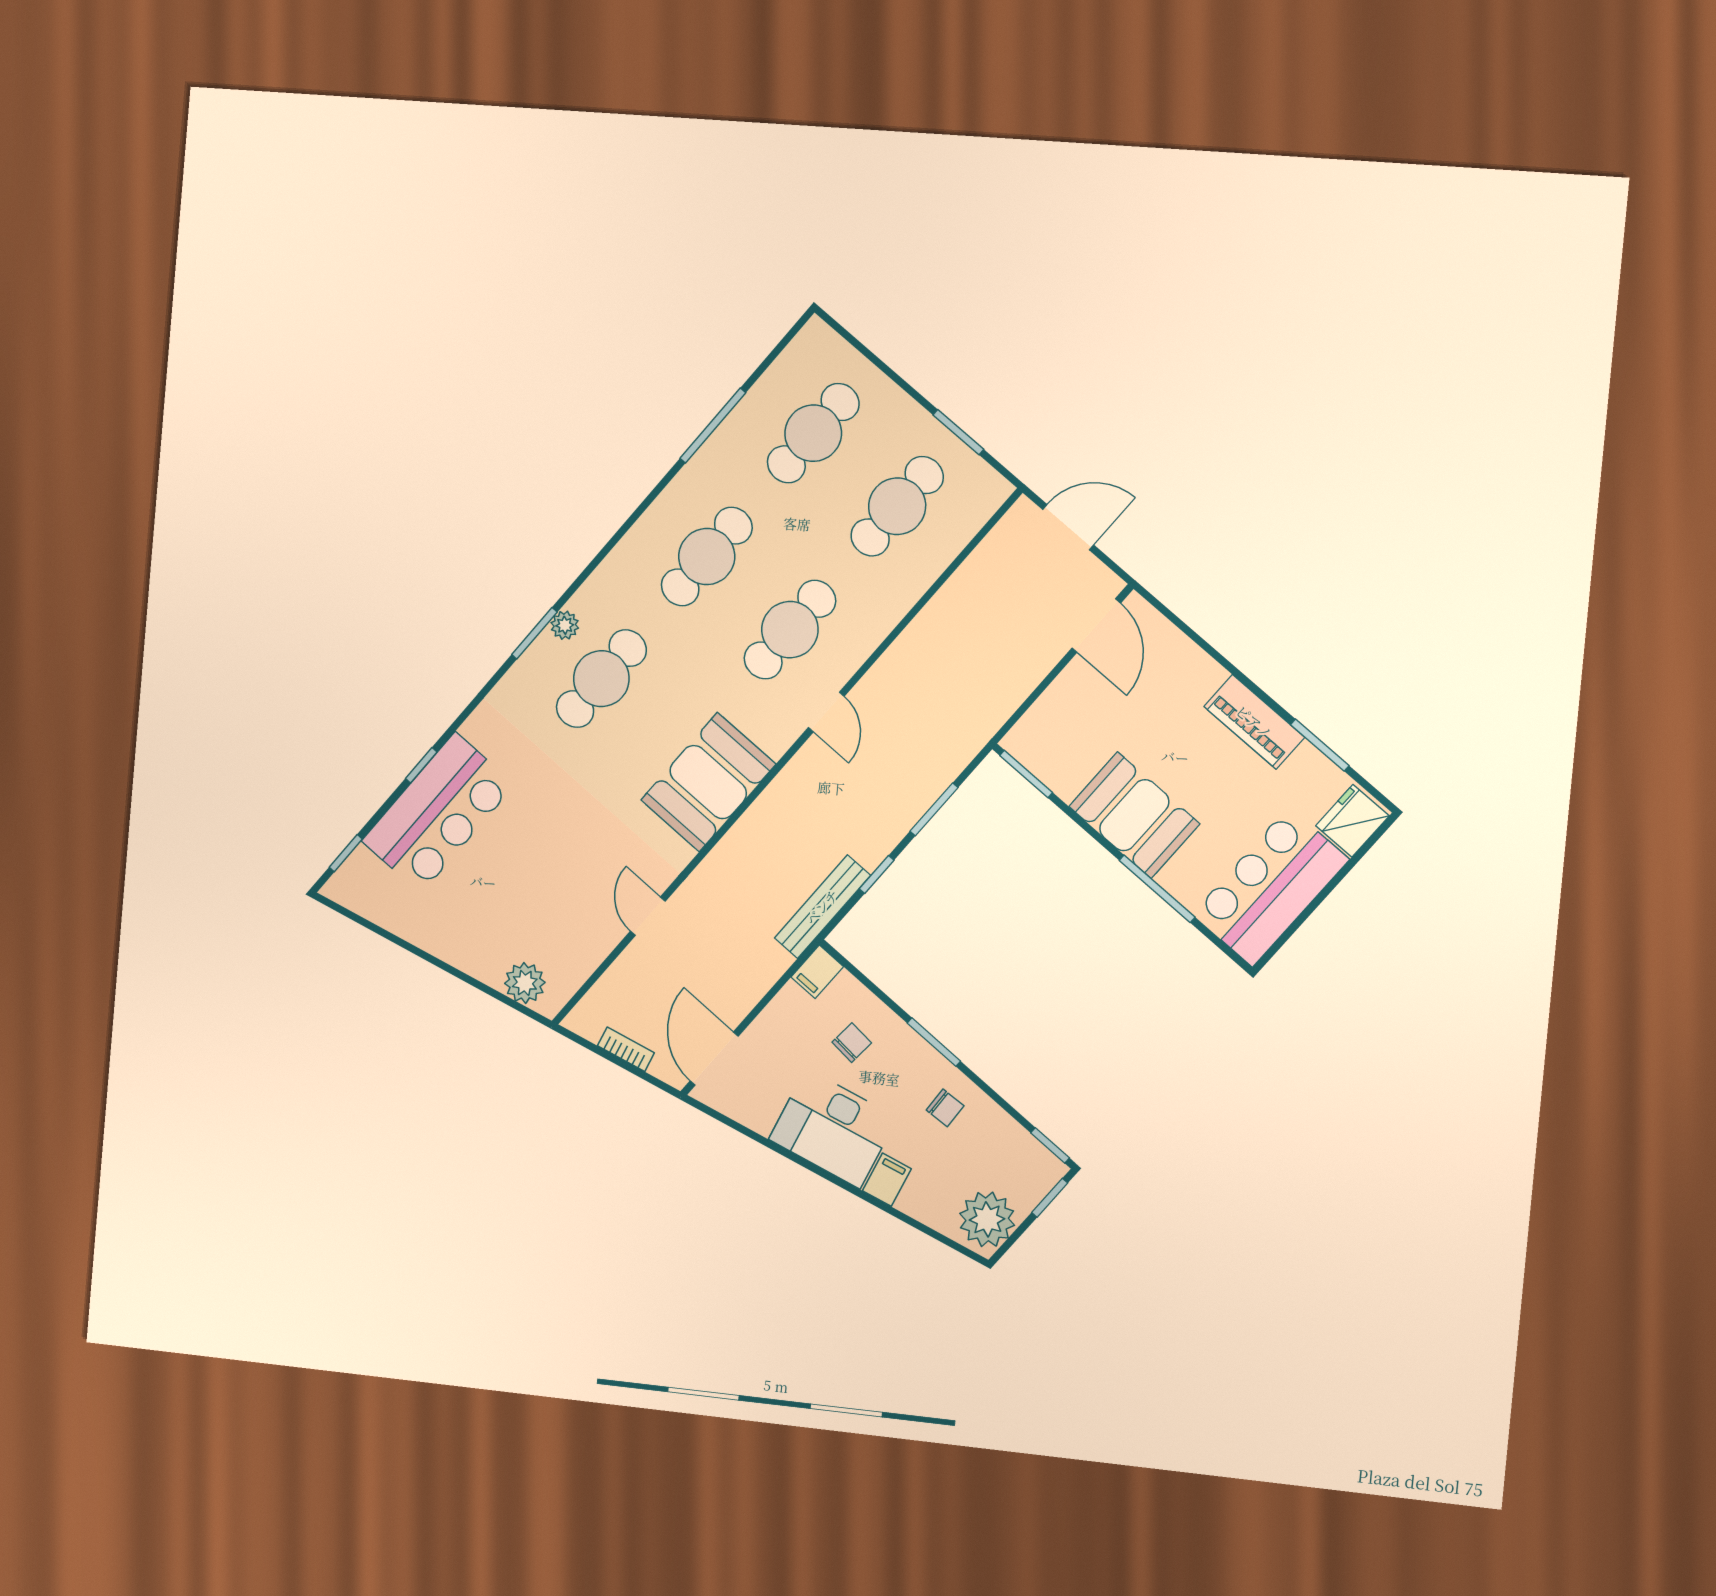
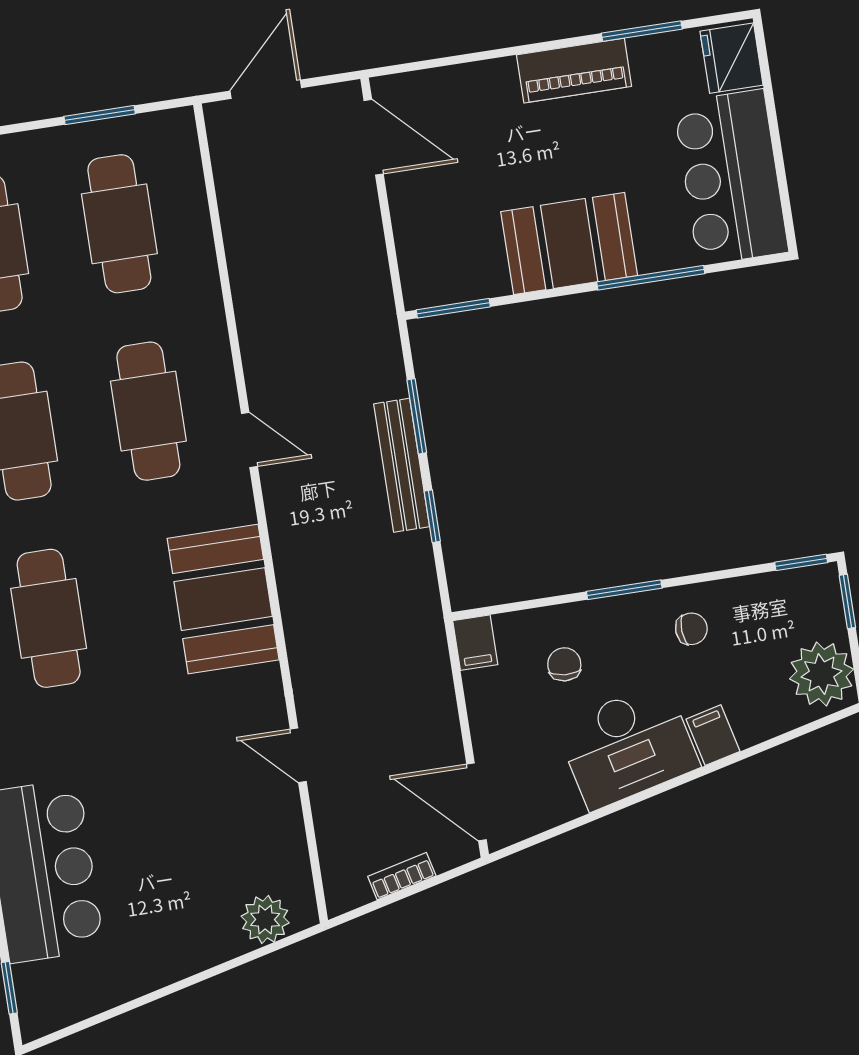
bench: (822, 907) -> (402, 465), moved

